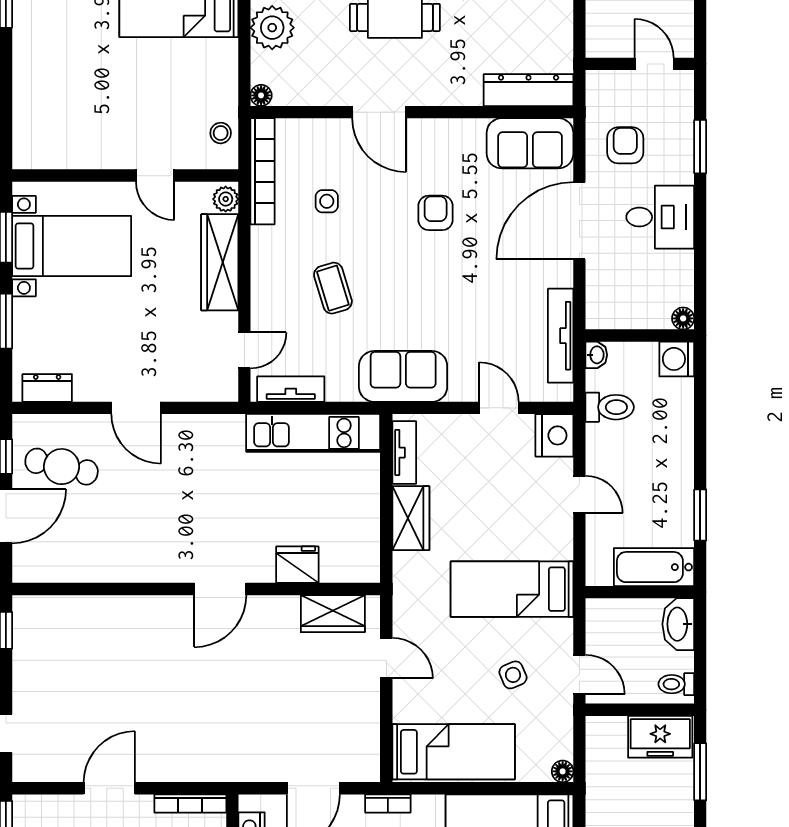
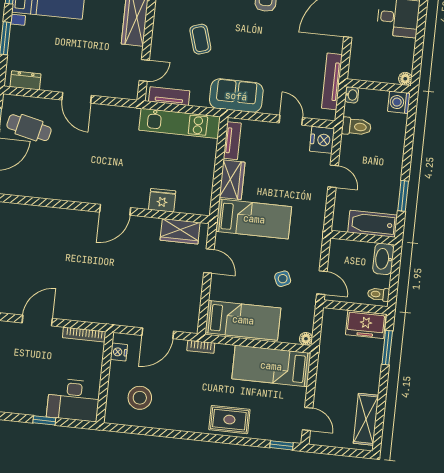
bed: (512, 589) -> (254, 219), moved, turned 180

